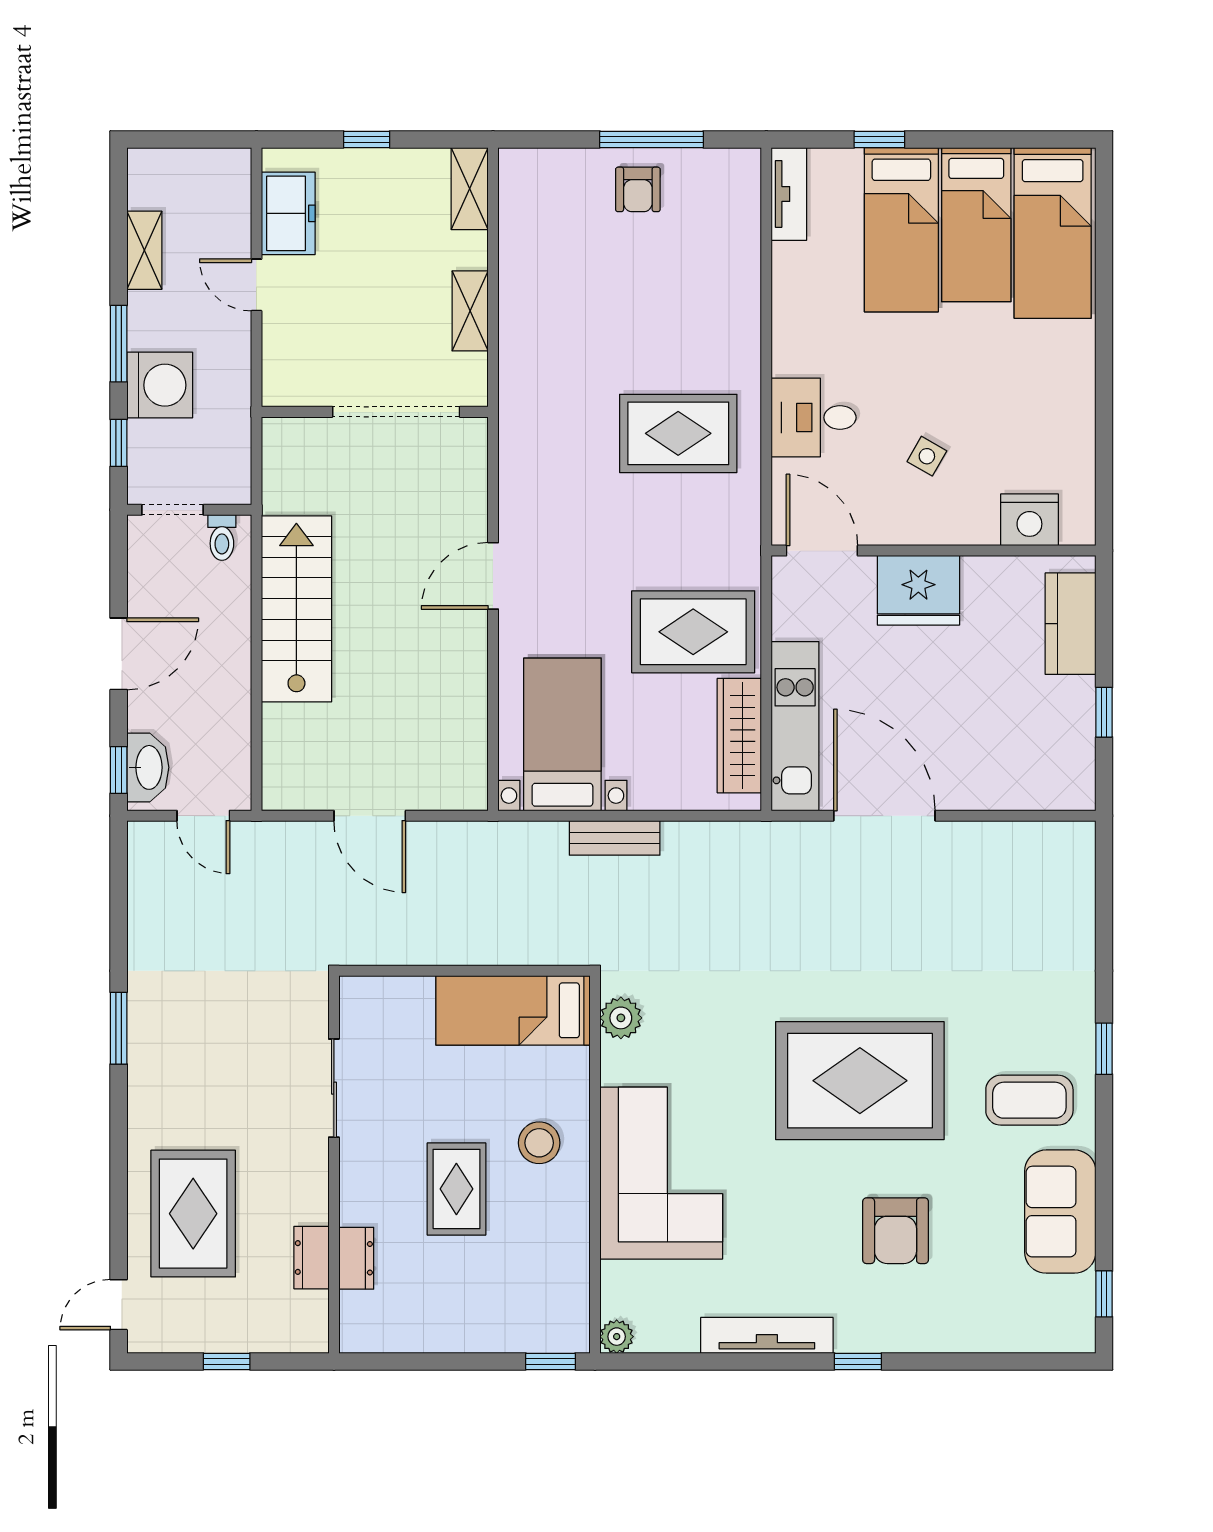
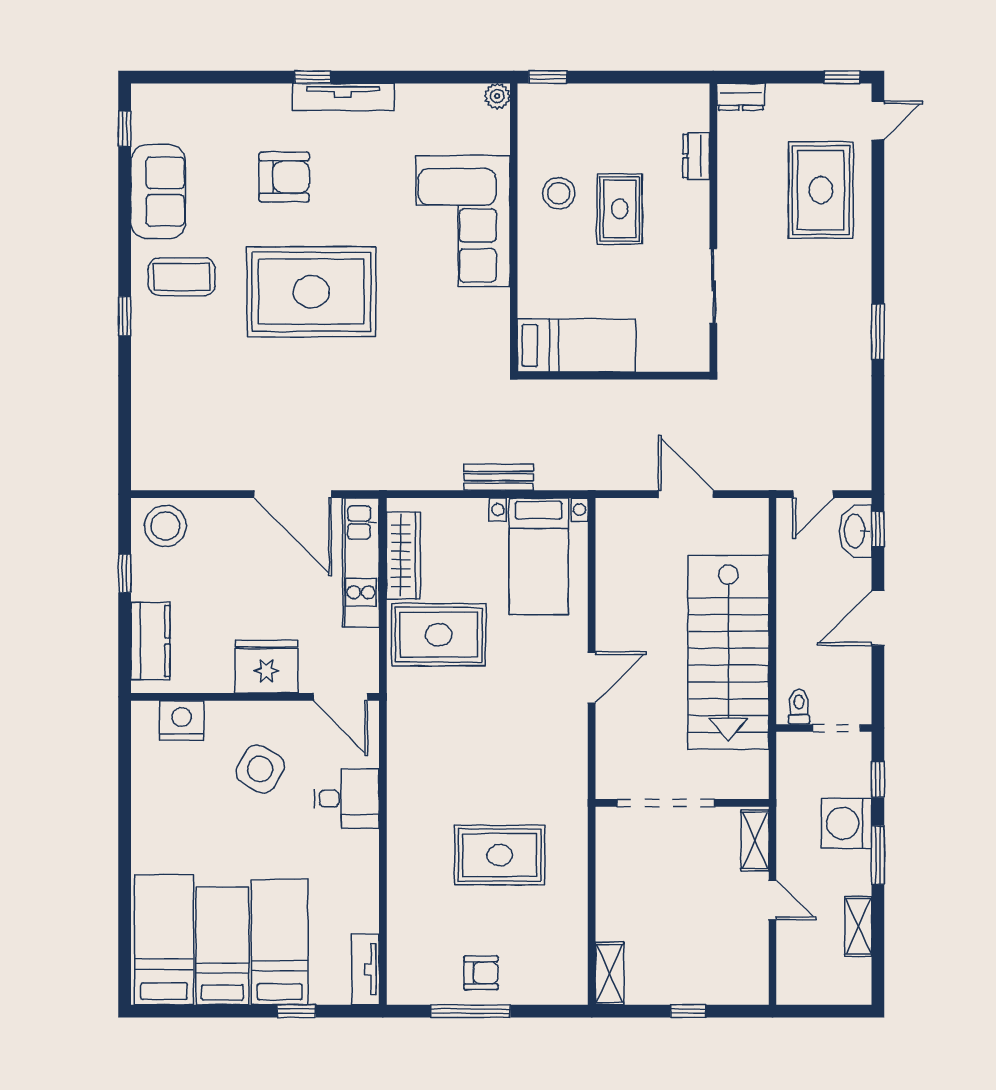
armchair: (638, 189) -> (481, 973), turned 90
freezer: (288, 213) -> (748, 955), removed
shelving: (470, 311) -> (755, 840), moved
rug: (678, 433) -> (500, 855), moved
side table: (927, 456) -> (260, 769), width x1.87, depth x1.87
stairs: (296, 609) -> (728, 652), width x1.36, depth x1.51
stool: (1051, 774) -> (165, 526), added
door: (203, 816) -> (813, 494), swing flipped
plant: (621, 1018) -> (494, 340), removed
stool: (539, 1143) -> (559, 193), moved
armchair: (896, 1231) -> (284, 177), turned 90
dresser: (311, 1258) -> (741, 97), moved, turned 90
tv unit: (767, 1335) -> (343, 97), moved
window: (227, 1361) -> (842, 77), moved

